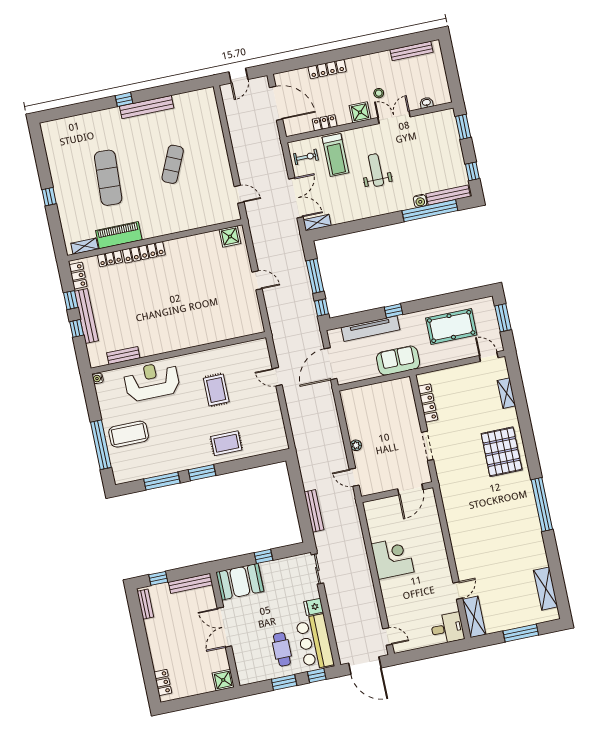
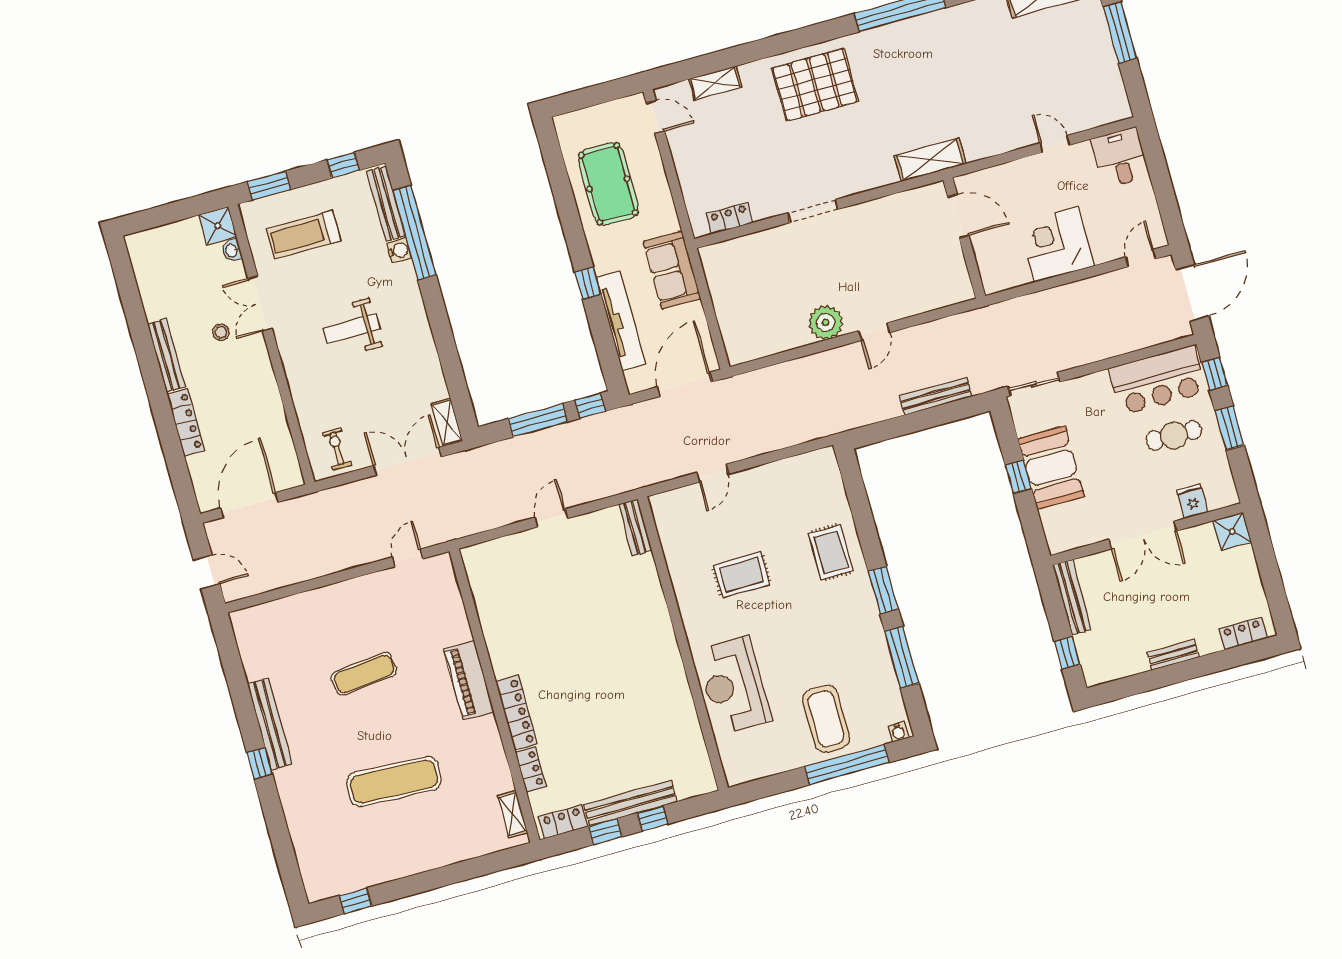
bench: (411, 51) -> (166, 356), moved
shower: (360, 112) -> (218, 226), moved
locker: (325, 123) -> (277, 421), removed
treadmill: (335, 155) -> (304, 235), moved, turned 180
exercise mat: (173, 164) -> (364, 674), turned -30
window: (49, 197) -> (356, 901), moved
piano: (119, 235) -> (469, 680), moved
shower: (230, 237) -> (480, 569), removed
window: (503, 318) -> (588, 97), removed
bench: (123, 355) -> (635, 527), moved
door: (489, 357) -> (655, 117), swing flipped
door: (330, 364) -> (685, 384), swing flipped
water cooler: (98, 378) -> (898, 732), moved
locker: (428, 403) -> (730, 218), width x0.66
plant: (356, 445) -> (826, 322), width x1.87, depth x1.87
door: (410, 489) -> (958, 216), moved
wall: (397, 492) -> (964, 238), moved
corner desk: (393, 558) -> (1056, 244), moved
booth: (240, 582) -> (1051, 467), moved
bench: (145, 604) -> (1173, 655), moved
fridge: (314, 607) -> (1193, 501), moved, turned 180
shelving: (474, 617) -> (930, 160), moved

